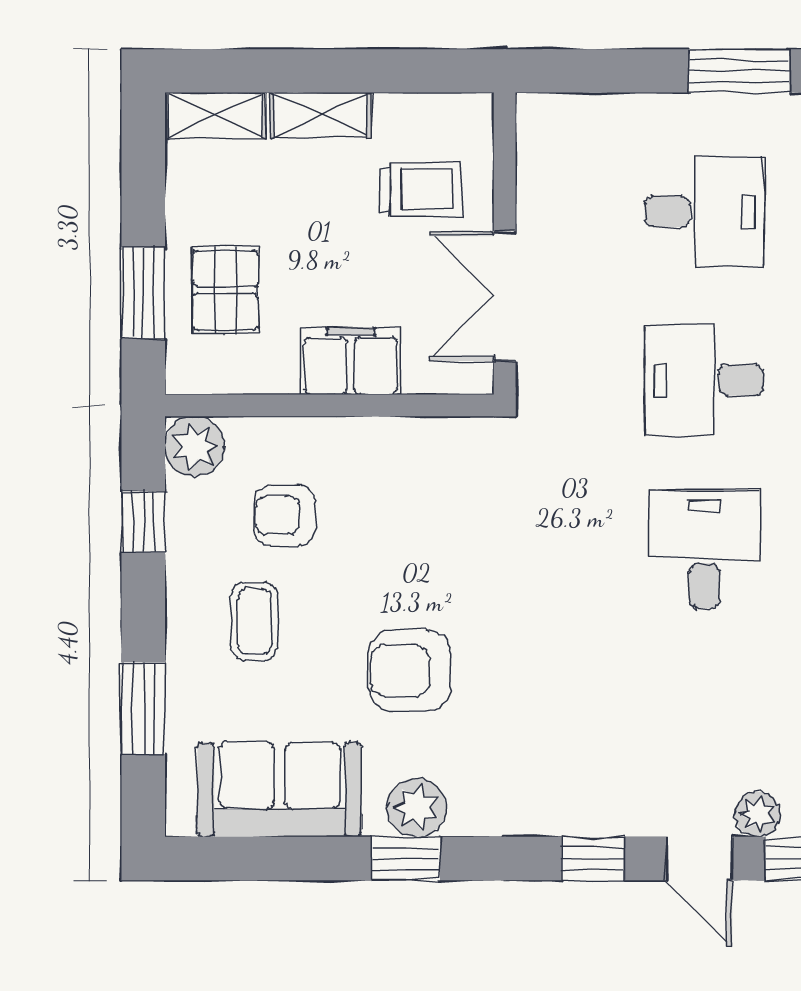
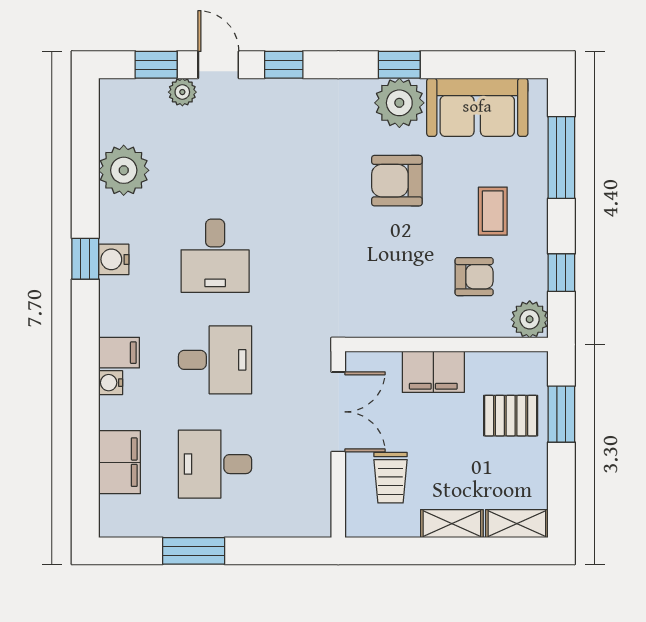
trolley: (420, 189) -> (390, 478), turned -90
pallet: (225, 290) -> (511, 416), turned 90
armchair: (410, 671) -> (397, 181), turned 180
window: (143, 708) -> (561, 157), width x1.44
plant: (417, 808) -> (399, 103), width x1.36, depth x1.36

